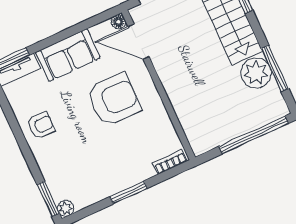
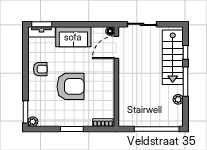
door: (139, 42) -> (116, 47), hinge flipped
window: (275, 68) -> (185, 82), moved
plant: (256, 73) -> (178, 99), width x0.53, depth x0.53
armchair: (114, 100) -> (71, 86), moved

